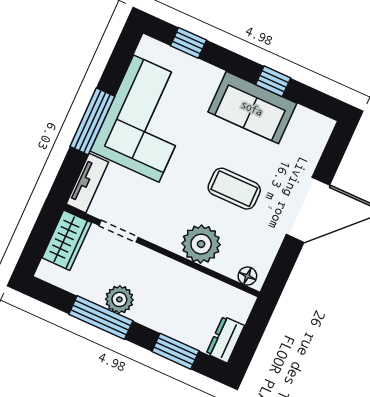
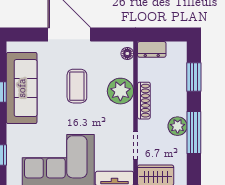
sofa: (252, 108) -> (22, 88), width x1.36
shoe rack: (174, 270) -> (144, 101), added
dresser: (225, 340) -> (152, 49), moved

